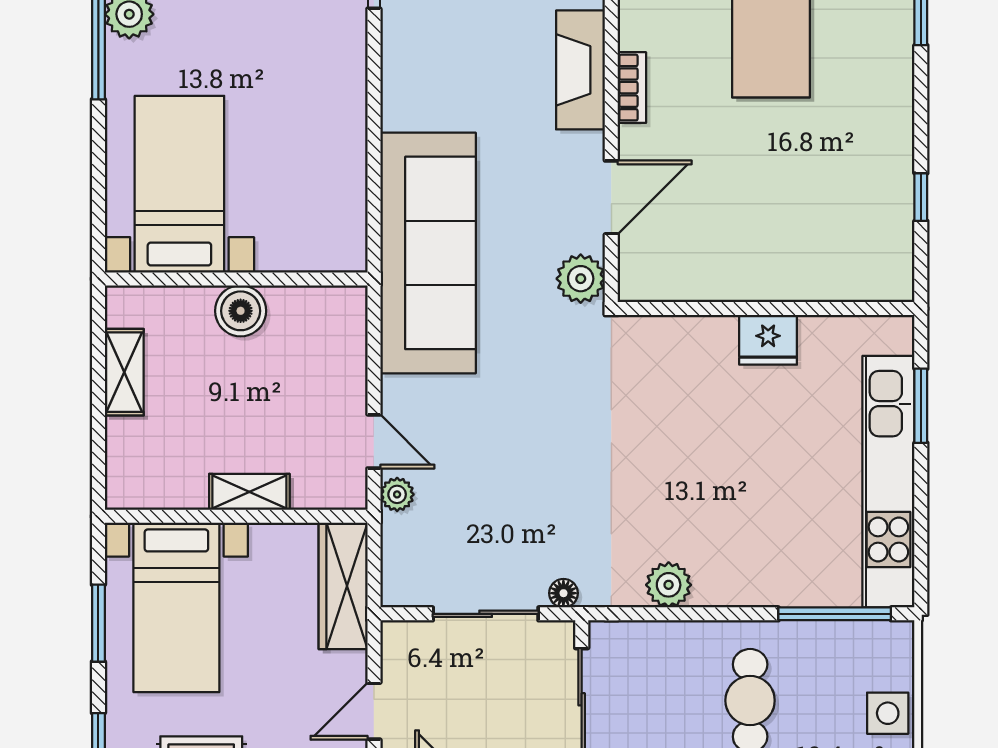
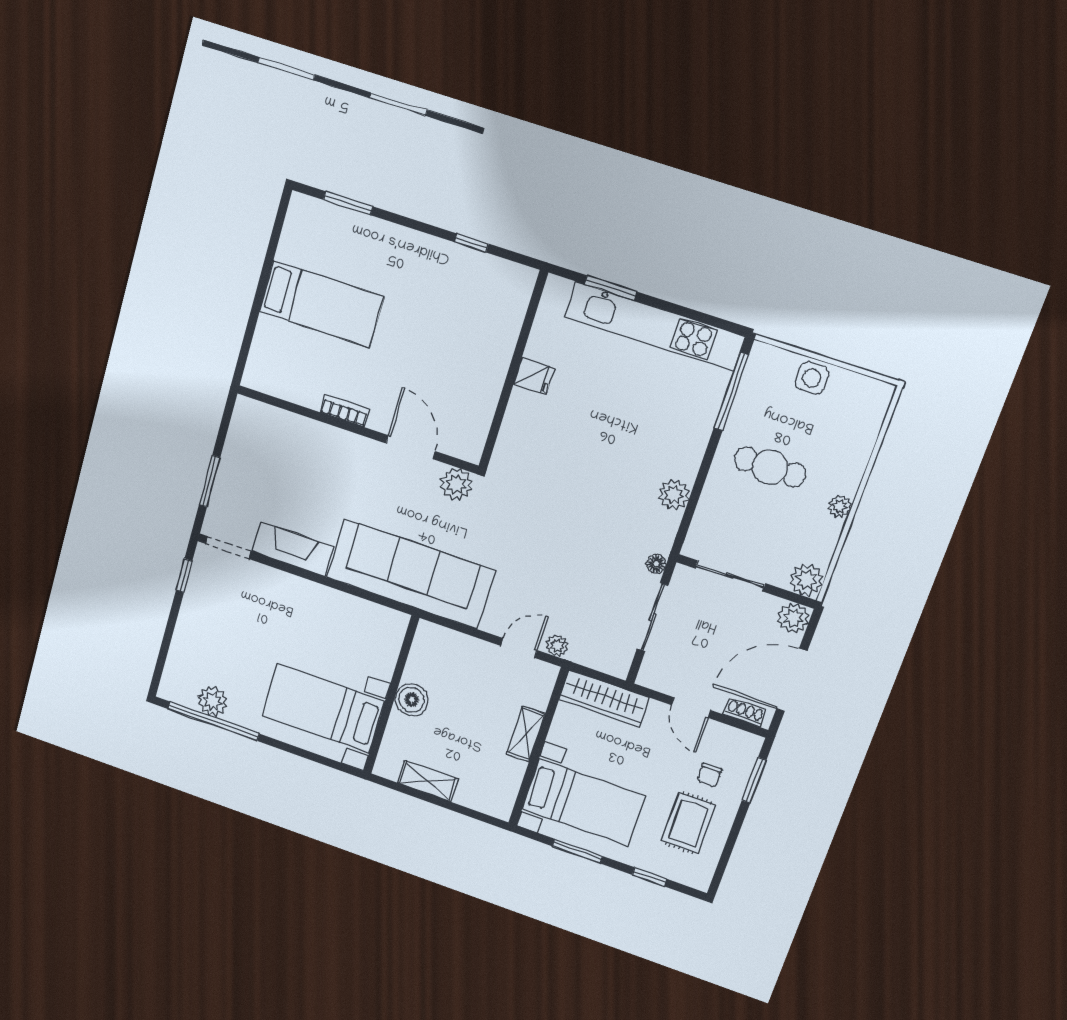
fireplace: (581, 70) -> (293, 549), moved, turned 180
fridge: (768, 340) -> (534, 376), width x0.72

